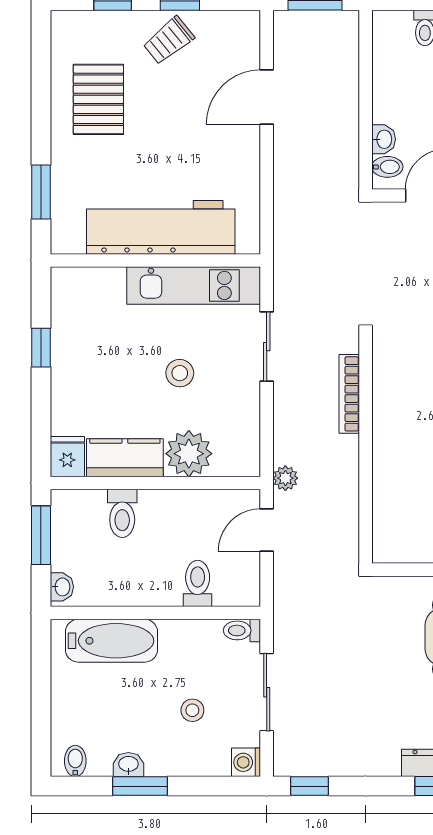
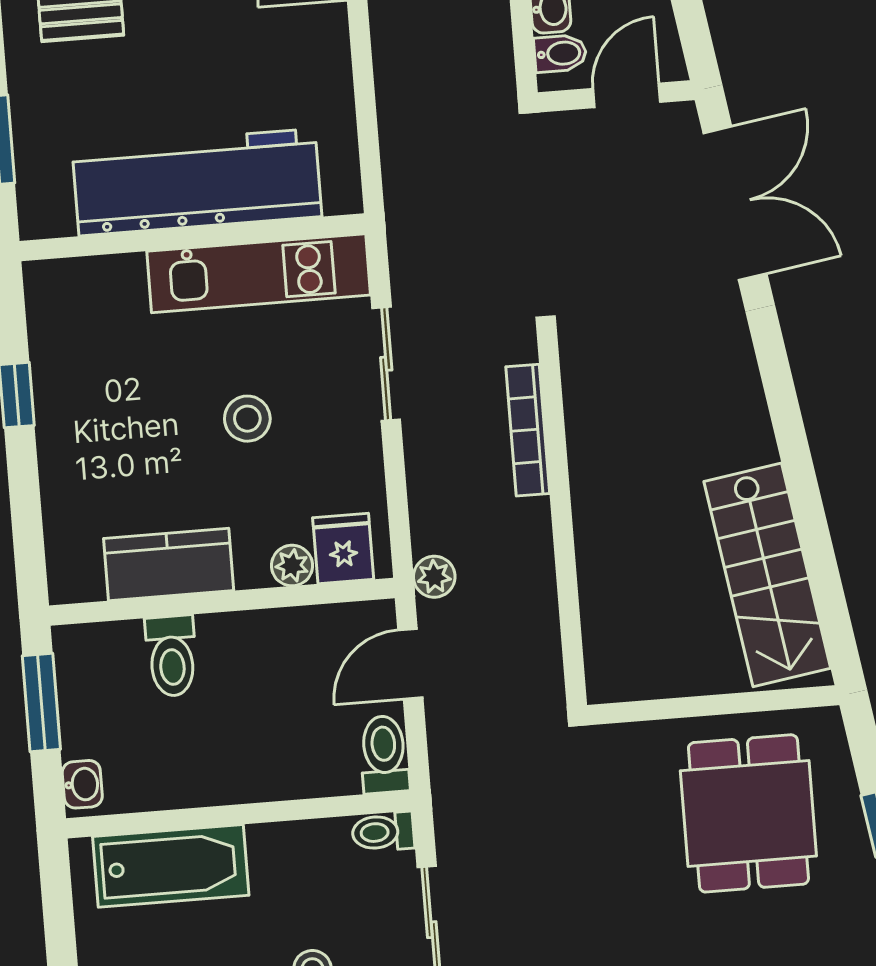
plant: (189, 454) -> (292, 566), width x0.53, depth x0.53
fridge: (67, 457) -> (343, 549), moved
toilet: (198, 583) -> (384, 754), moved

